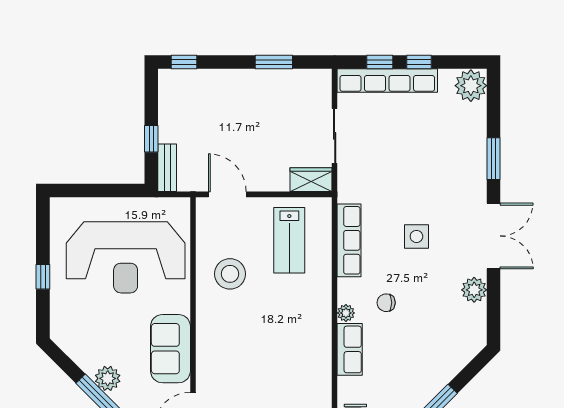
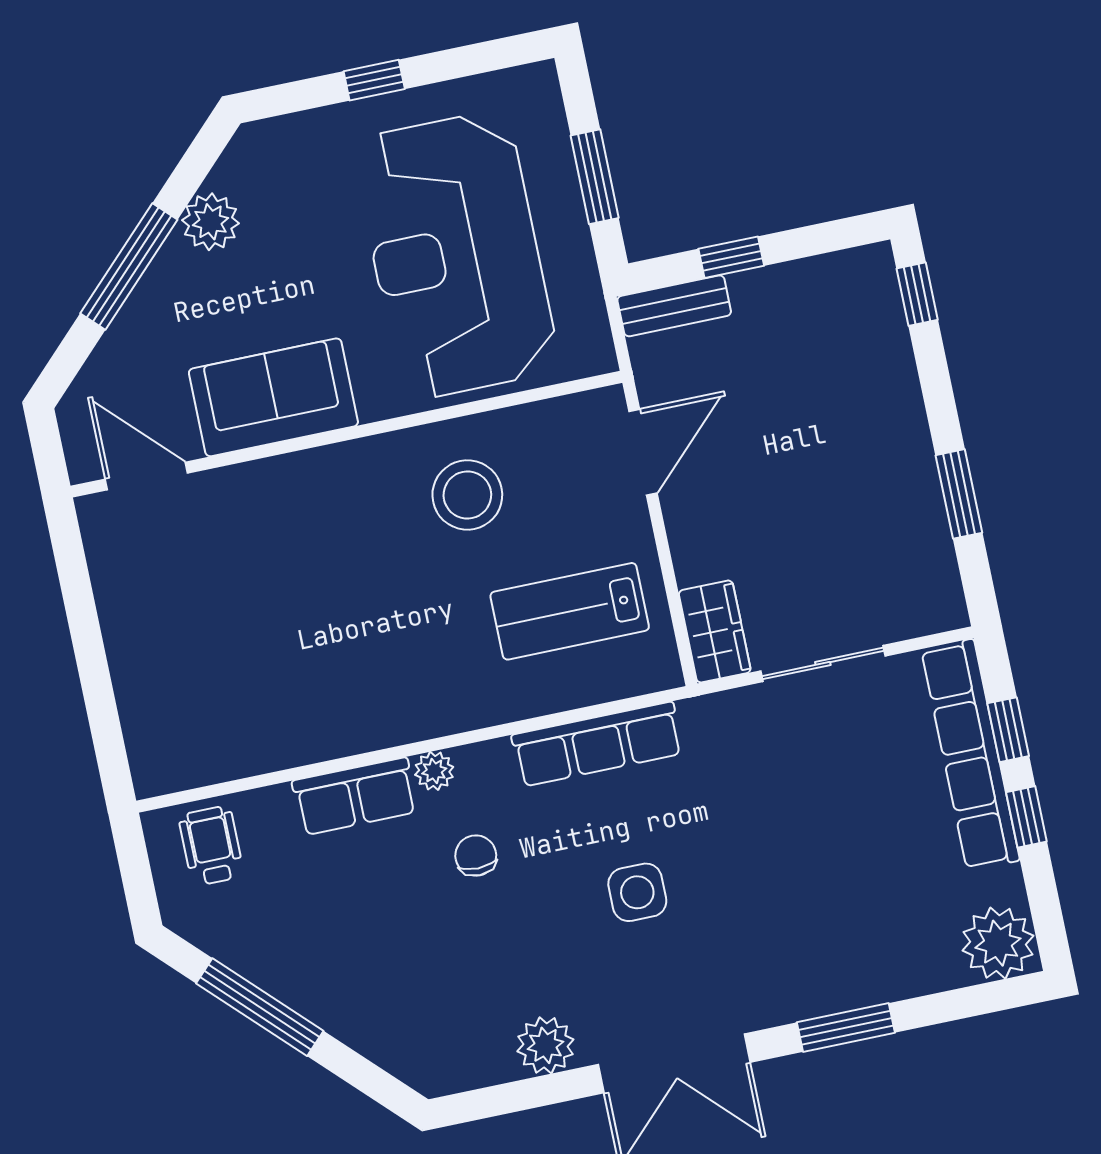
window: (104, 190) -> (595, 177), added
plant: (108, 378) -> (211, 222), moved

